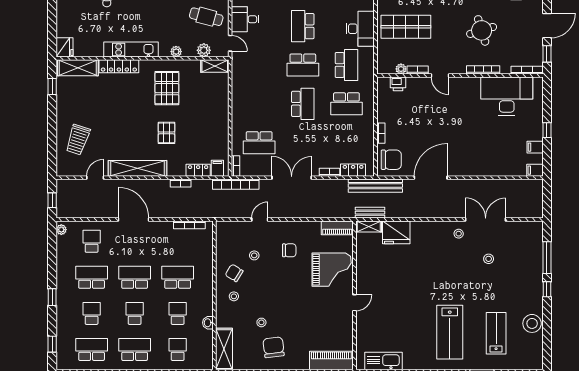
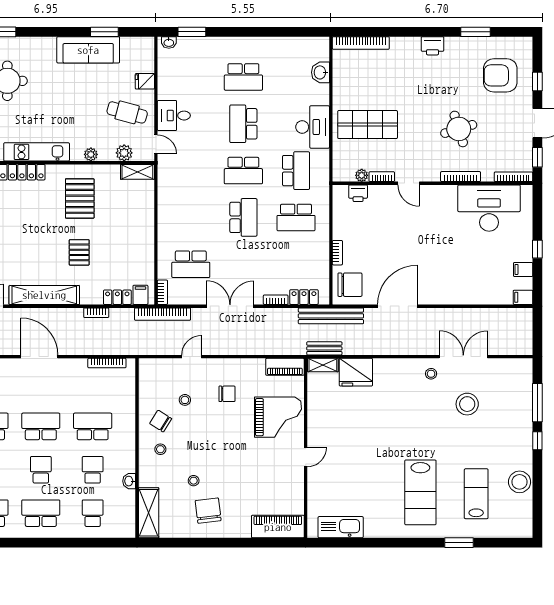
stool: (489, 259) -> (467, 404), width x1.89, depth x1.89

